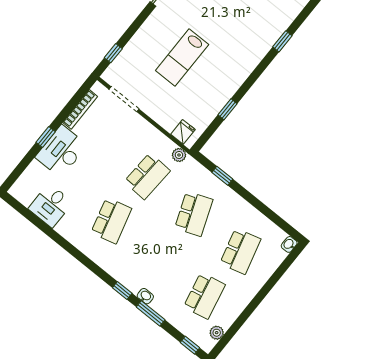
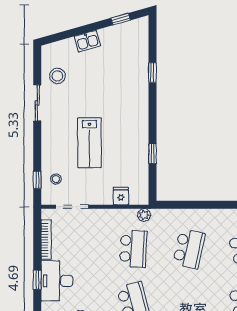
stool: (129, 65) -> (56, 179), added
fridge: (183, 132) -> (121, 196), moved
window: (222, 176) -> (187, 205), removed
school desk: (194, 214) -> (189, 249), turned 33

